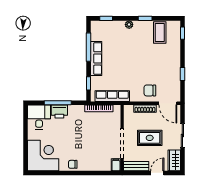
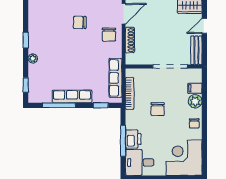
coffee table: (160, 32) -> (42, 23), removed
chair: (160, 65) -> (80, 22), added
chair: (85, 133) -> (158, 109), added
rug: (150, 138) -> (164, 35), removed
plant: (92, 165) -> (195, 101), added
filing cabinet: (116, 165) -> (195, 88), moved
door: (157, 173) -> (204, 26), hinge flipped

